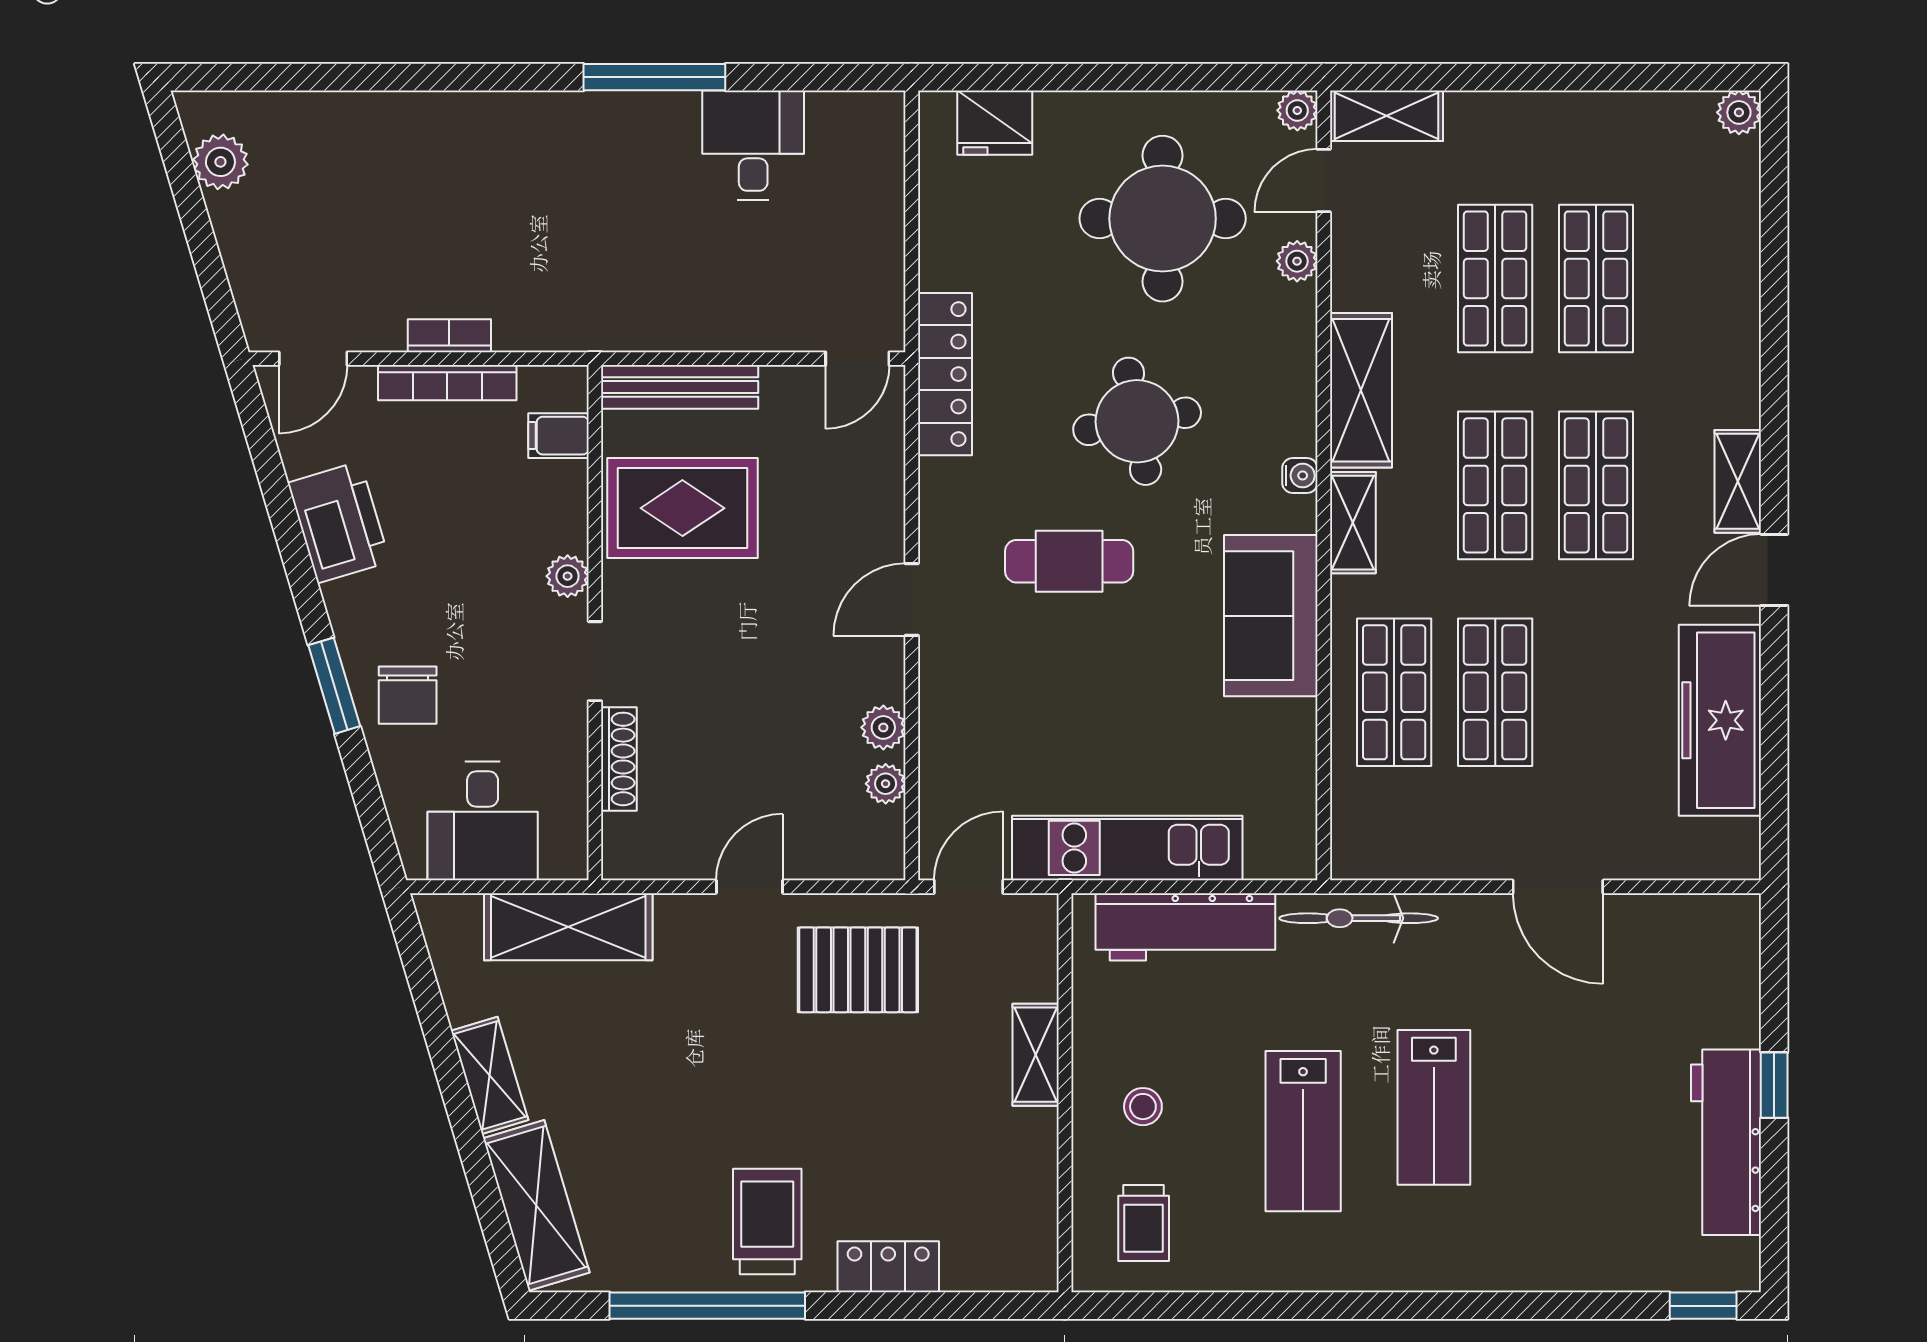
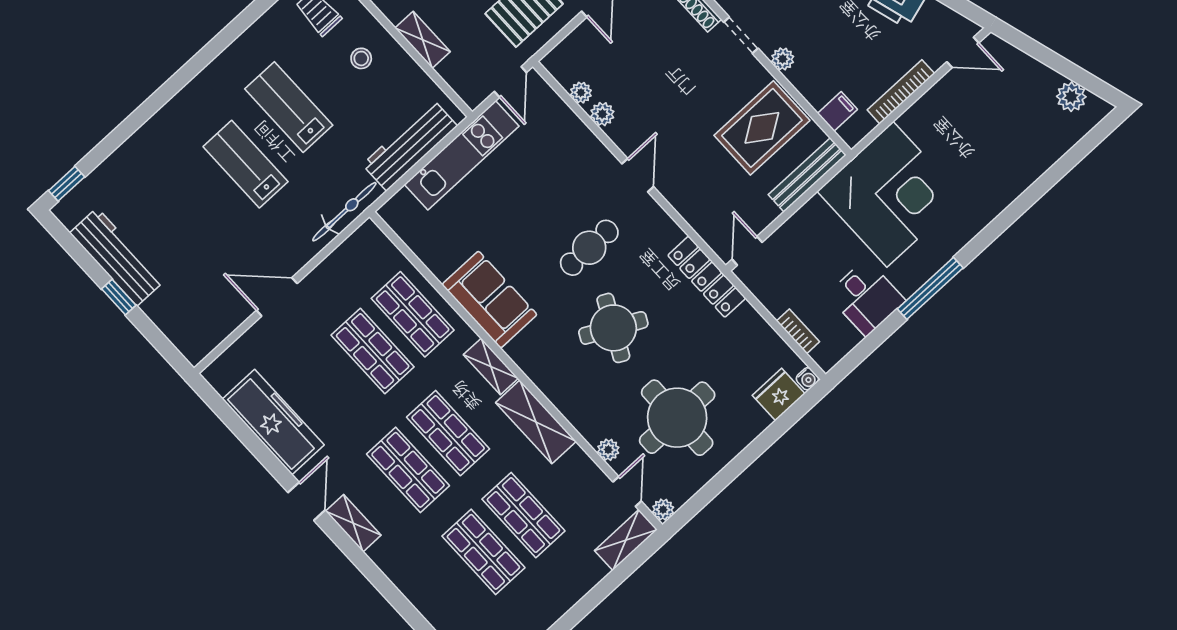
corner desk: (591, 256) -> (890, 194), added
bookcase: (449, 336) -> (798, 331), moved, turned -90
door: (313, 359) -> (963, 52), swing flipped
round table: (1137, 421) -> (613, 328), turned 37
water cooler: (1300, 475) -> (807, 379), moved, turned -90

